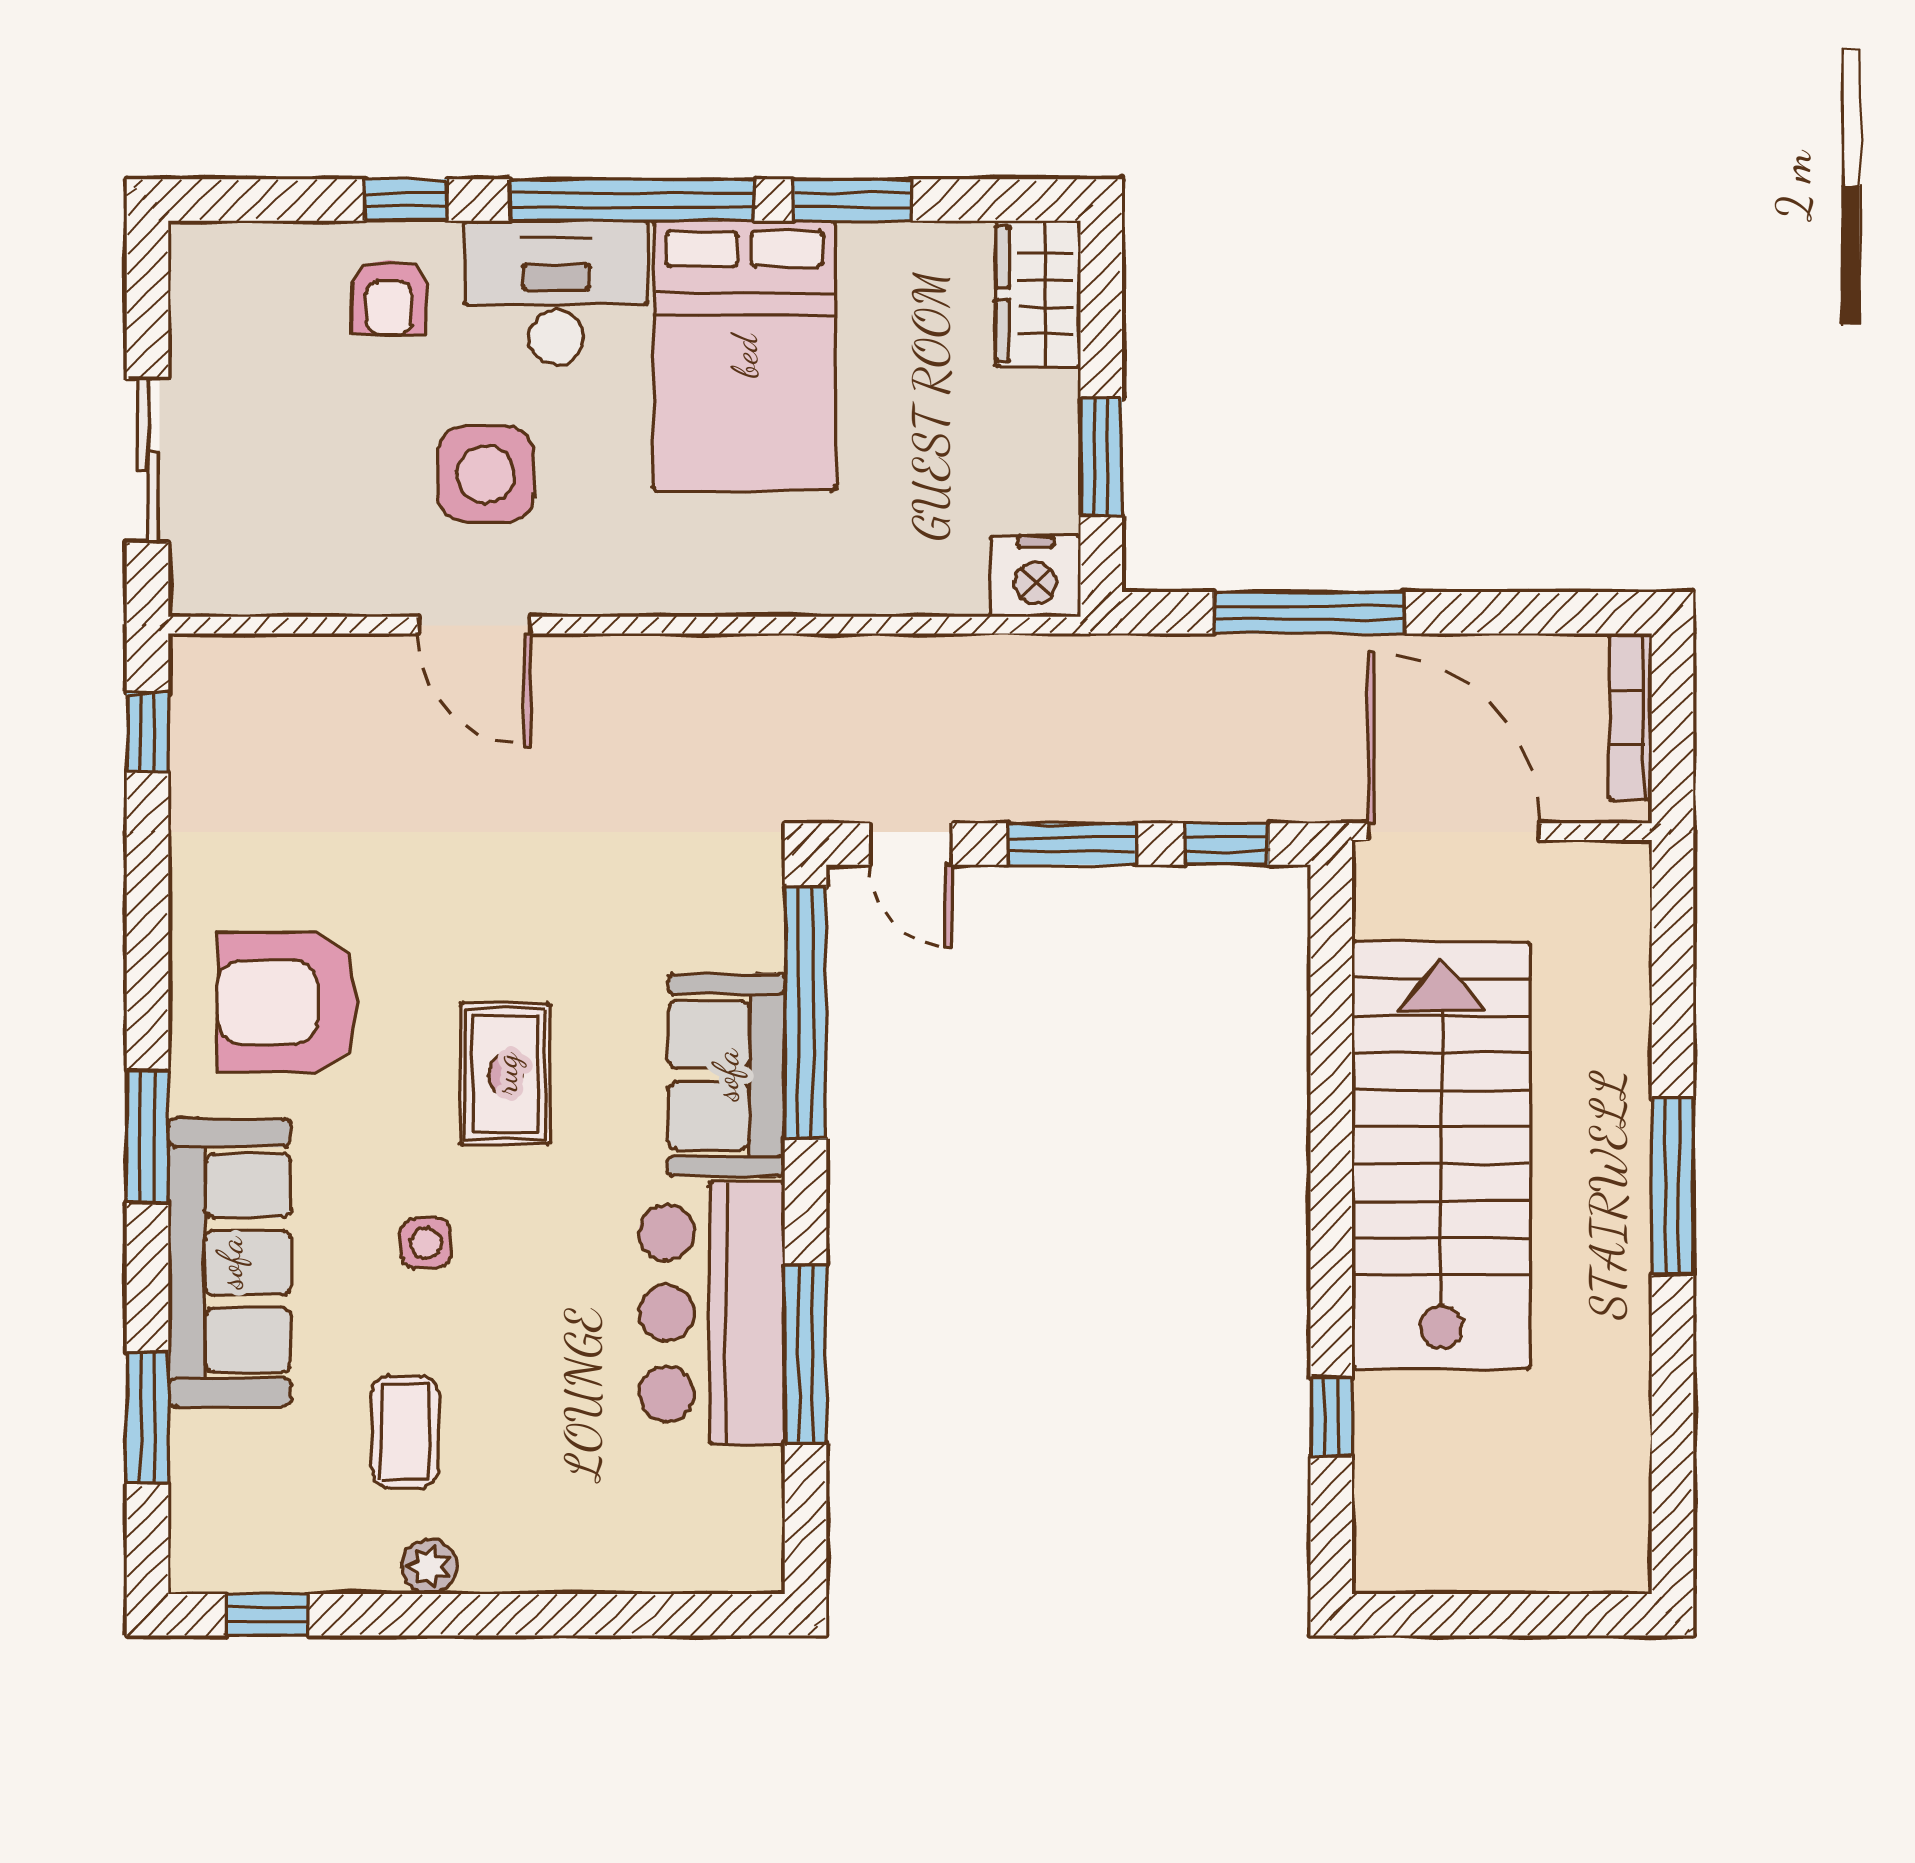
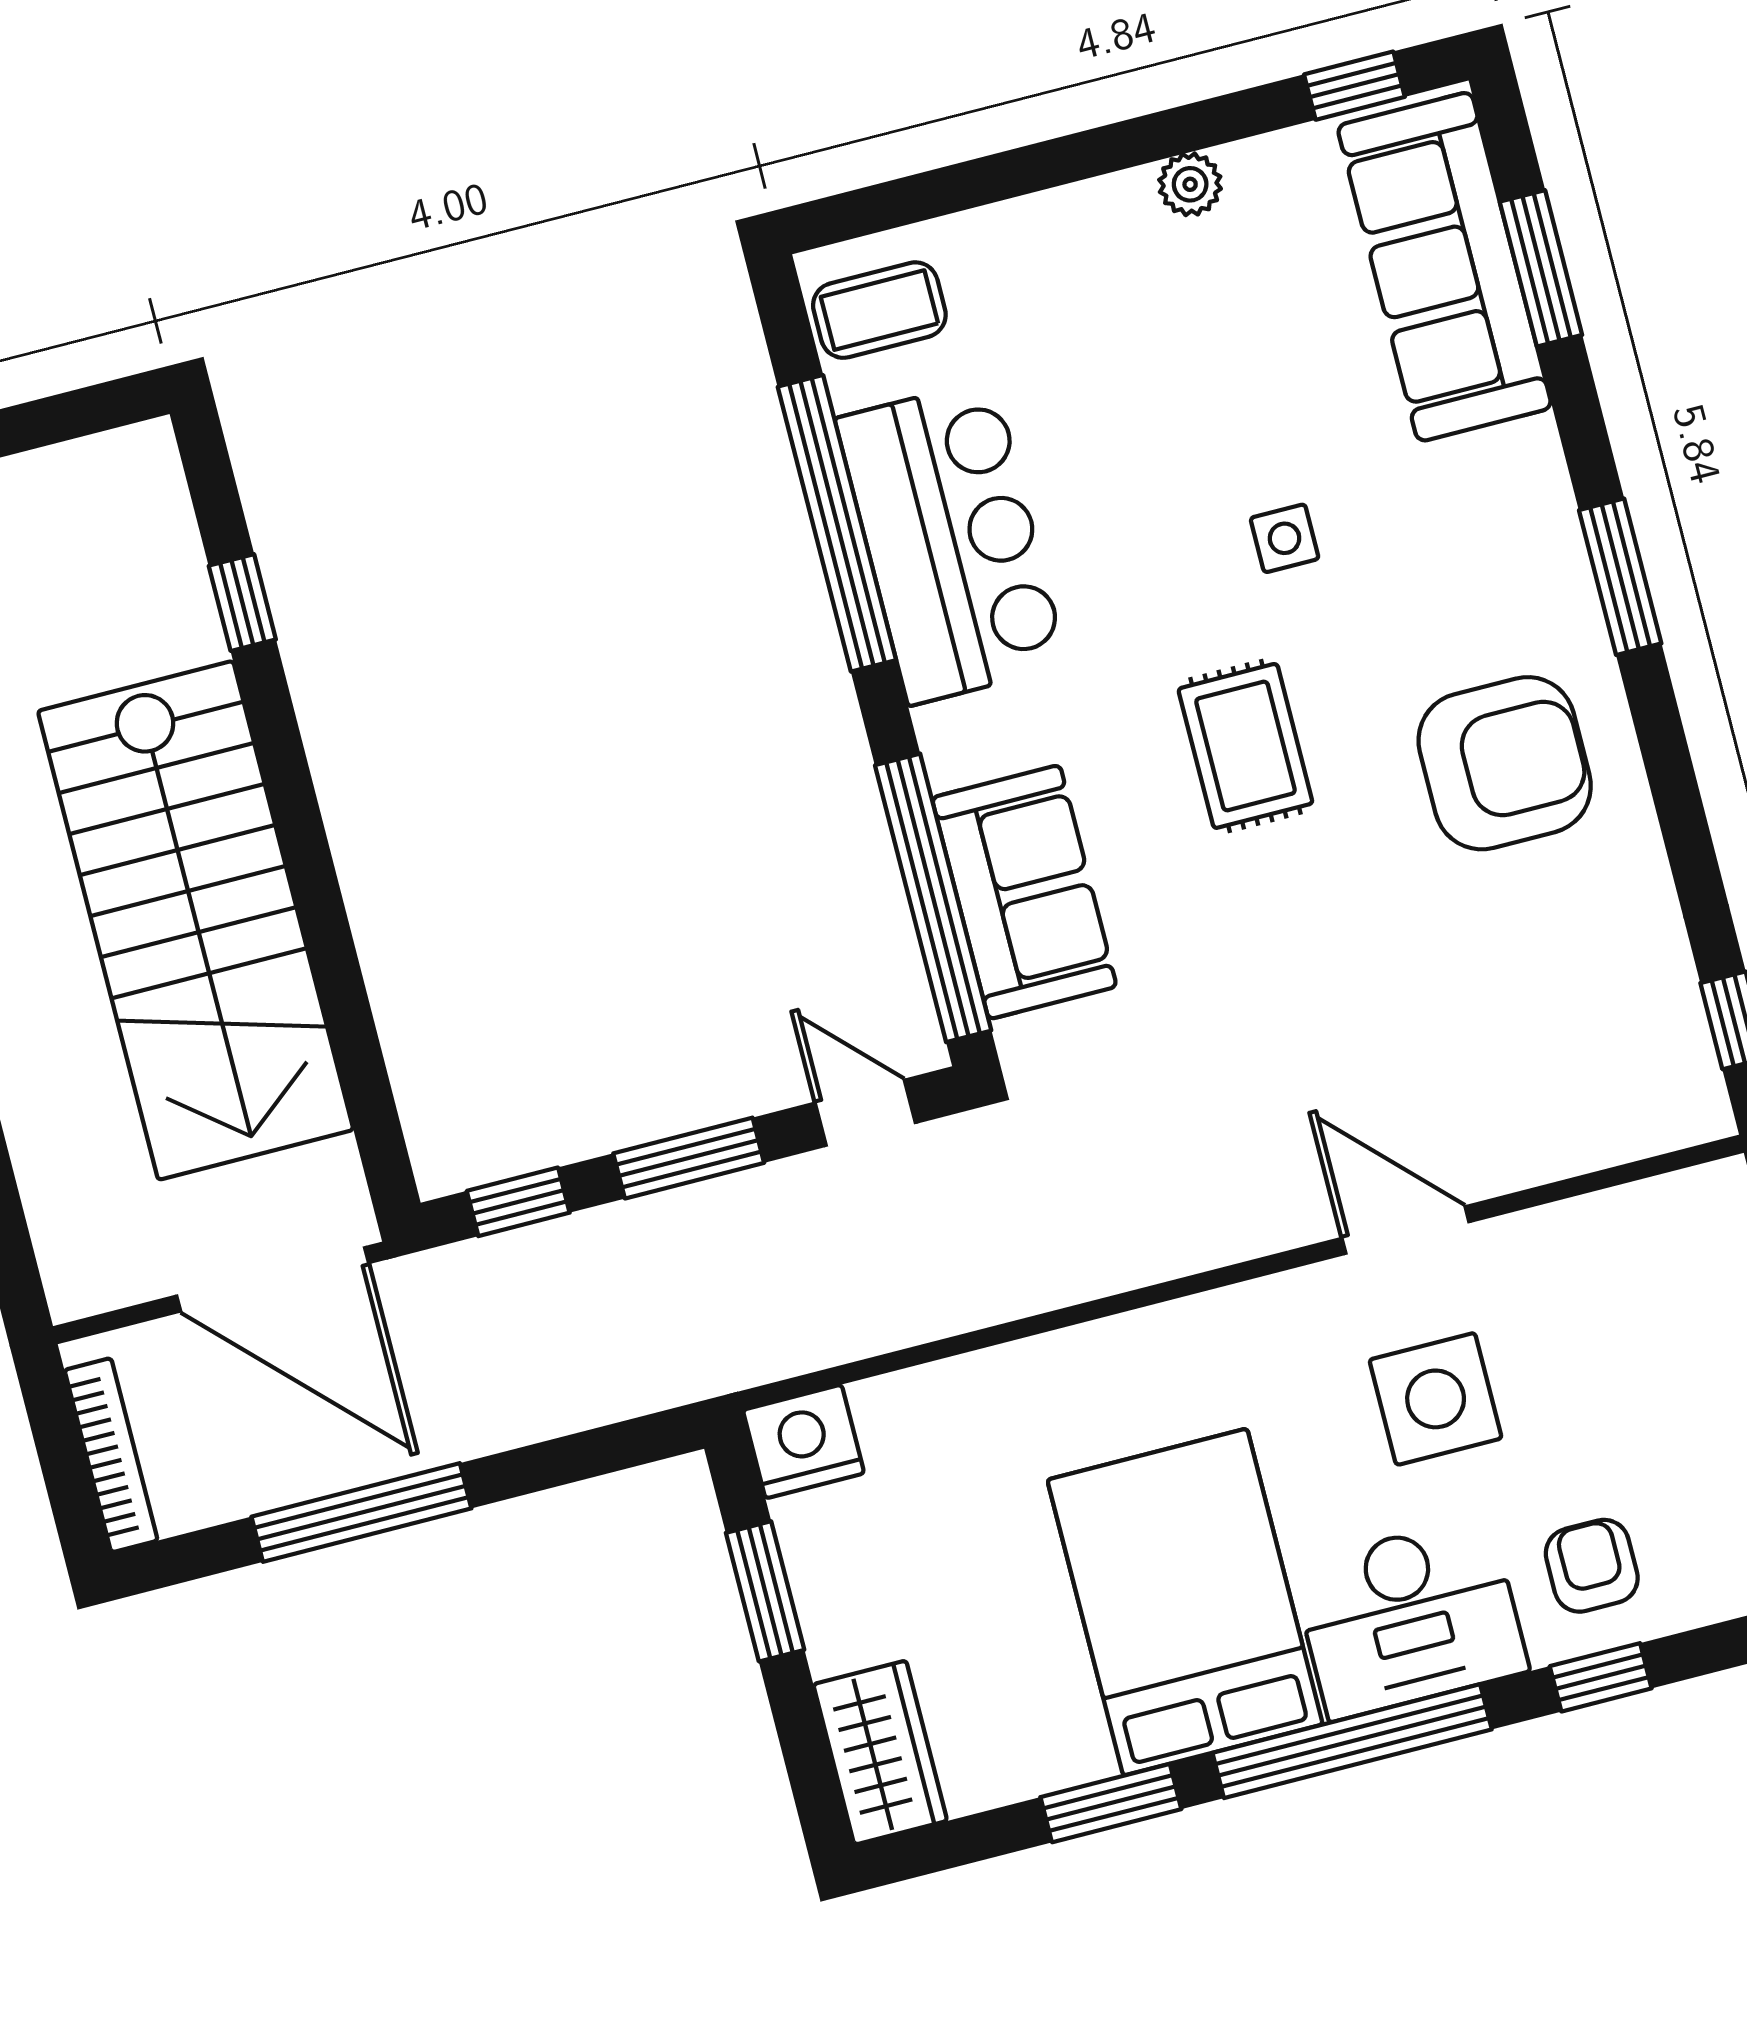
window: (1309, 613) -> (361, 1513), moved
sofa: (726, 1075) -> (1024, 892), moved
sofa: (230, 1263) -> (1445, 267), moved
window: (805, 1354) -> (837, 523), width x1.46
coffee table: (405, 1432) -> (879, 310), moved, turned 90

